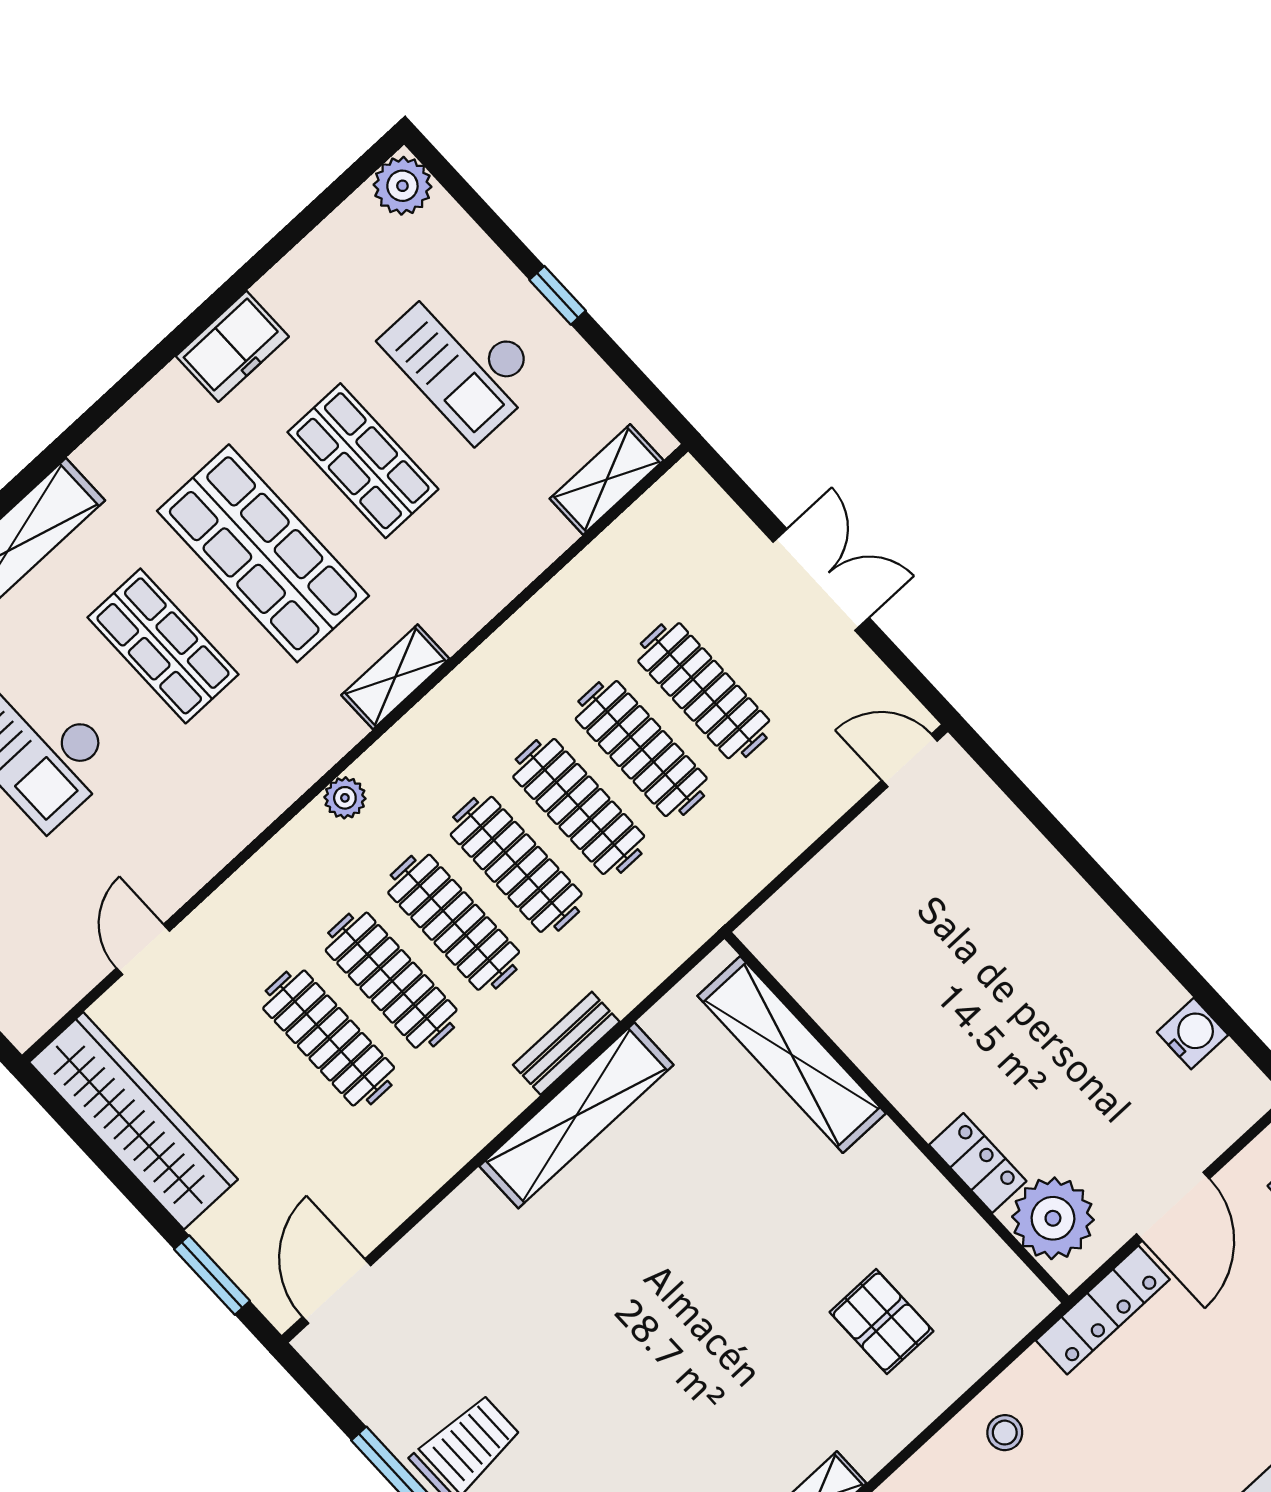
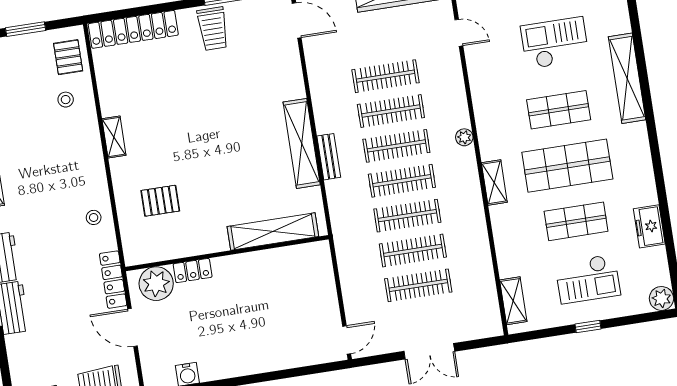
freezer: (232, 346) -> (649, 226), moved
checkout: (463, 360) -> (588, 279), turned 180

